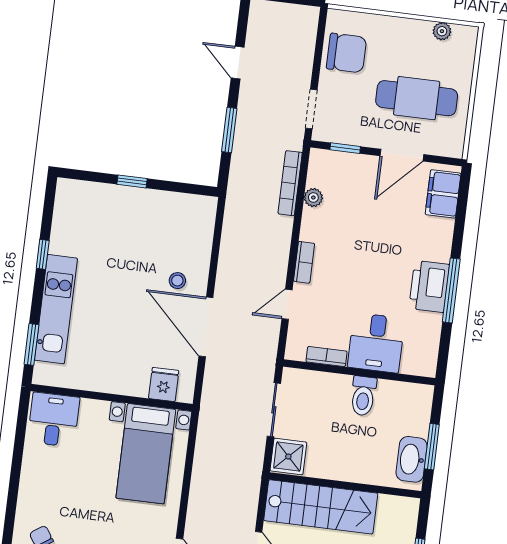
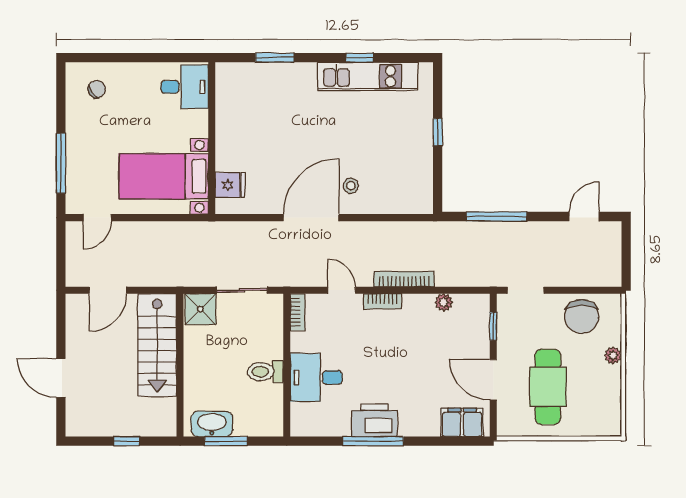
plant: (442, 31) -> (613, 355), moved
door: (238, 63) -> (584, 216), moved
window: (229, 130) -> (497, 216), width x1.44
bookcase: (290, 183) -> (404, 279), moved
kitchen unit: (56, 309) -> (368, 76), moved
bookcase: (327, 357) -> (298, 312), moved
fridge: (164, 384) -> (230, 185), moved
wall: (112, 398) -> (212, 138), moved
desk: (54, 420) -> (185, 87), moved
bed with nightstands: (146, 454) -> (164, 176), moved

